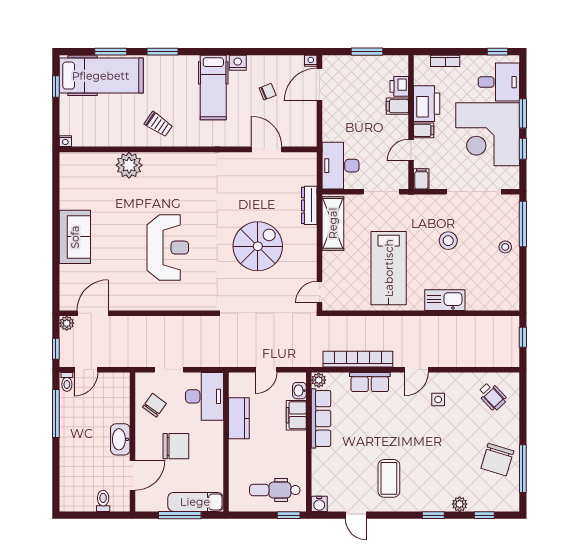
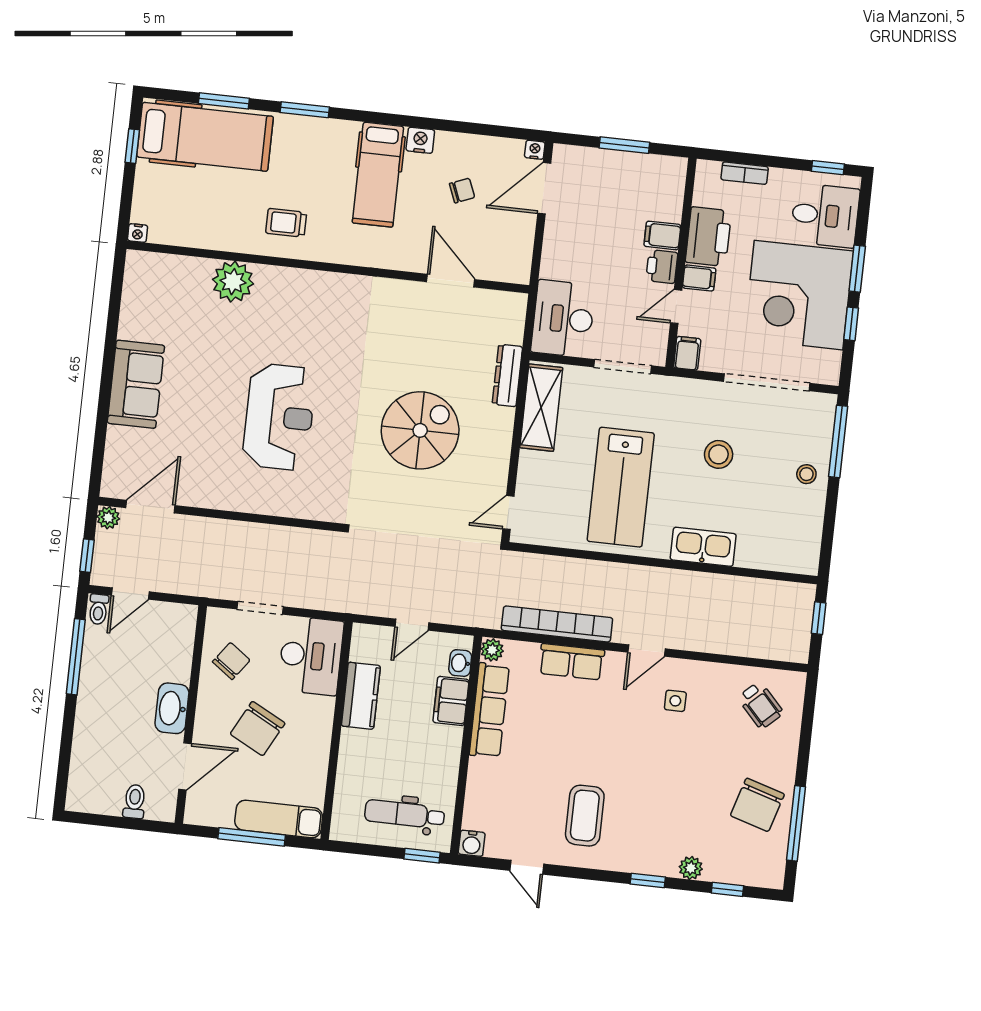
printer: (399, 86) -> (662, 267), moved
trolley: (159, 124) -> (286, 223), turned 146
chair: (176, 446) -> (258, 729), turned 118

